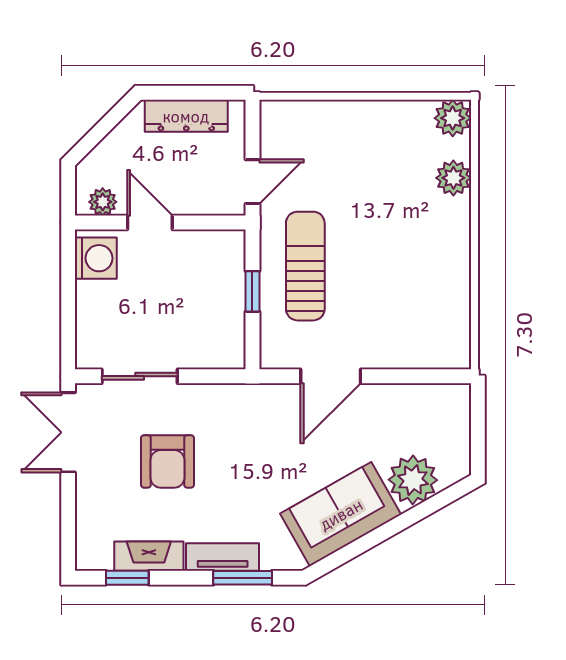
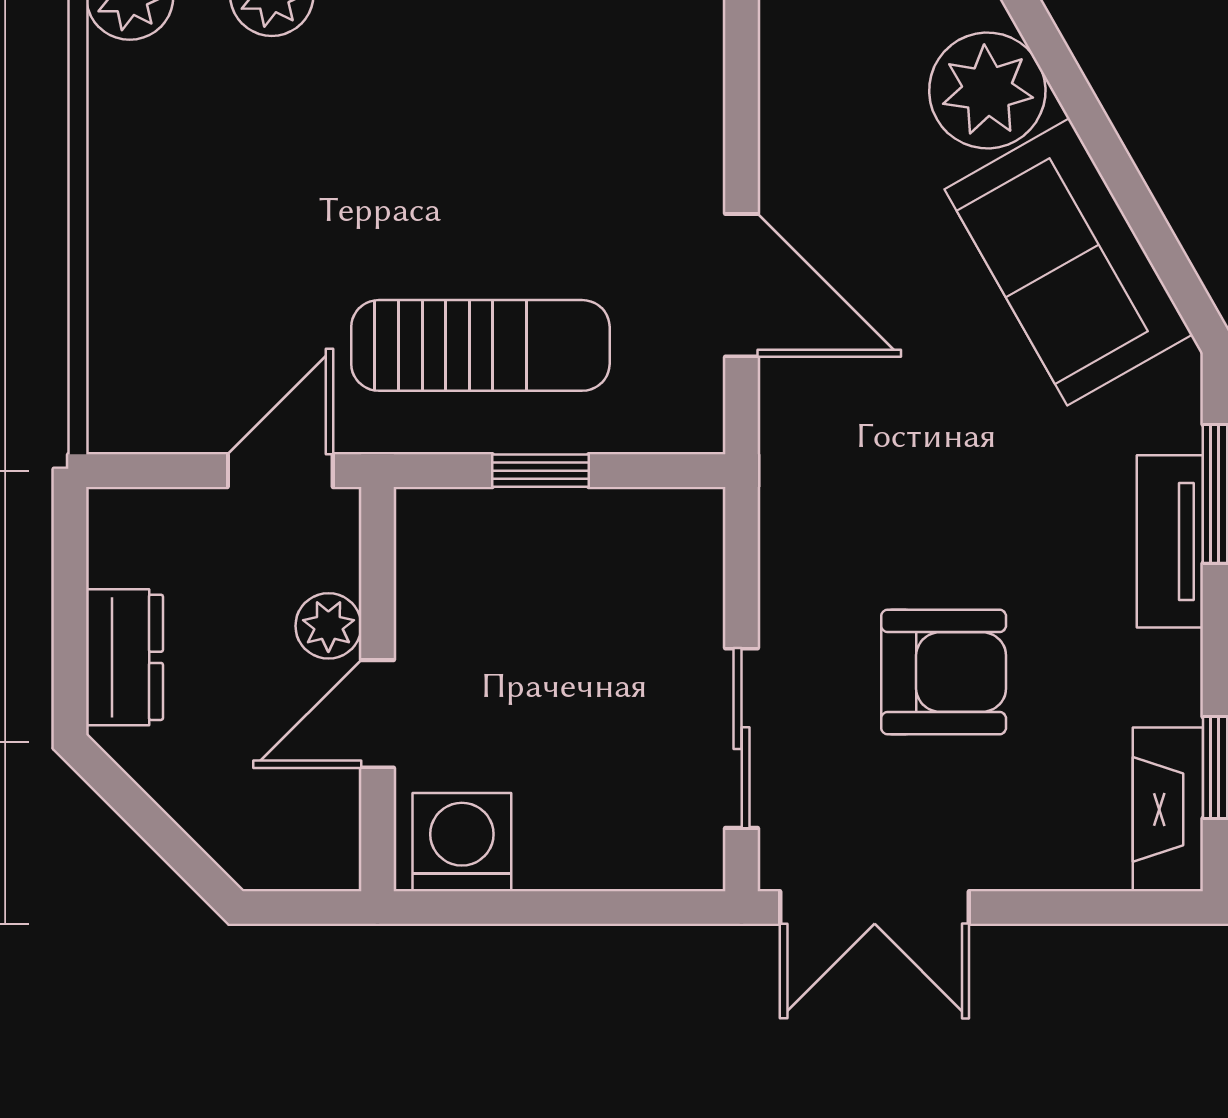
dresser: (186, 116) -> (124, 657), width x0.70
door: (252, 182) -> (280, 471), hinge flipped
plant: (103, 202) -> (328, 626), moved
sun lounger: (305, 266) -> (480, 345), turned 180
fireplace: (149, 556) -> (1168, 809), moved

